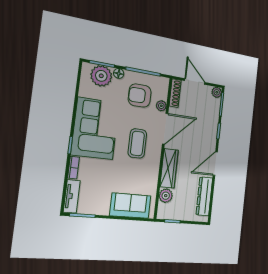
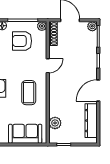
plant: (161, 106) -> (42, 26), moved
door: (165, 129) -> (48, 66), width x0.53
coffee table: (137, 143) -> (29, 93), moved
wardrobe: (169, 168) -> (55, 99), removed

